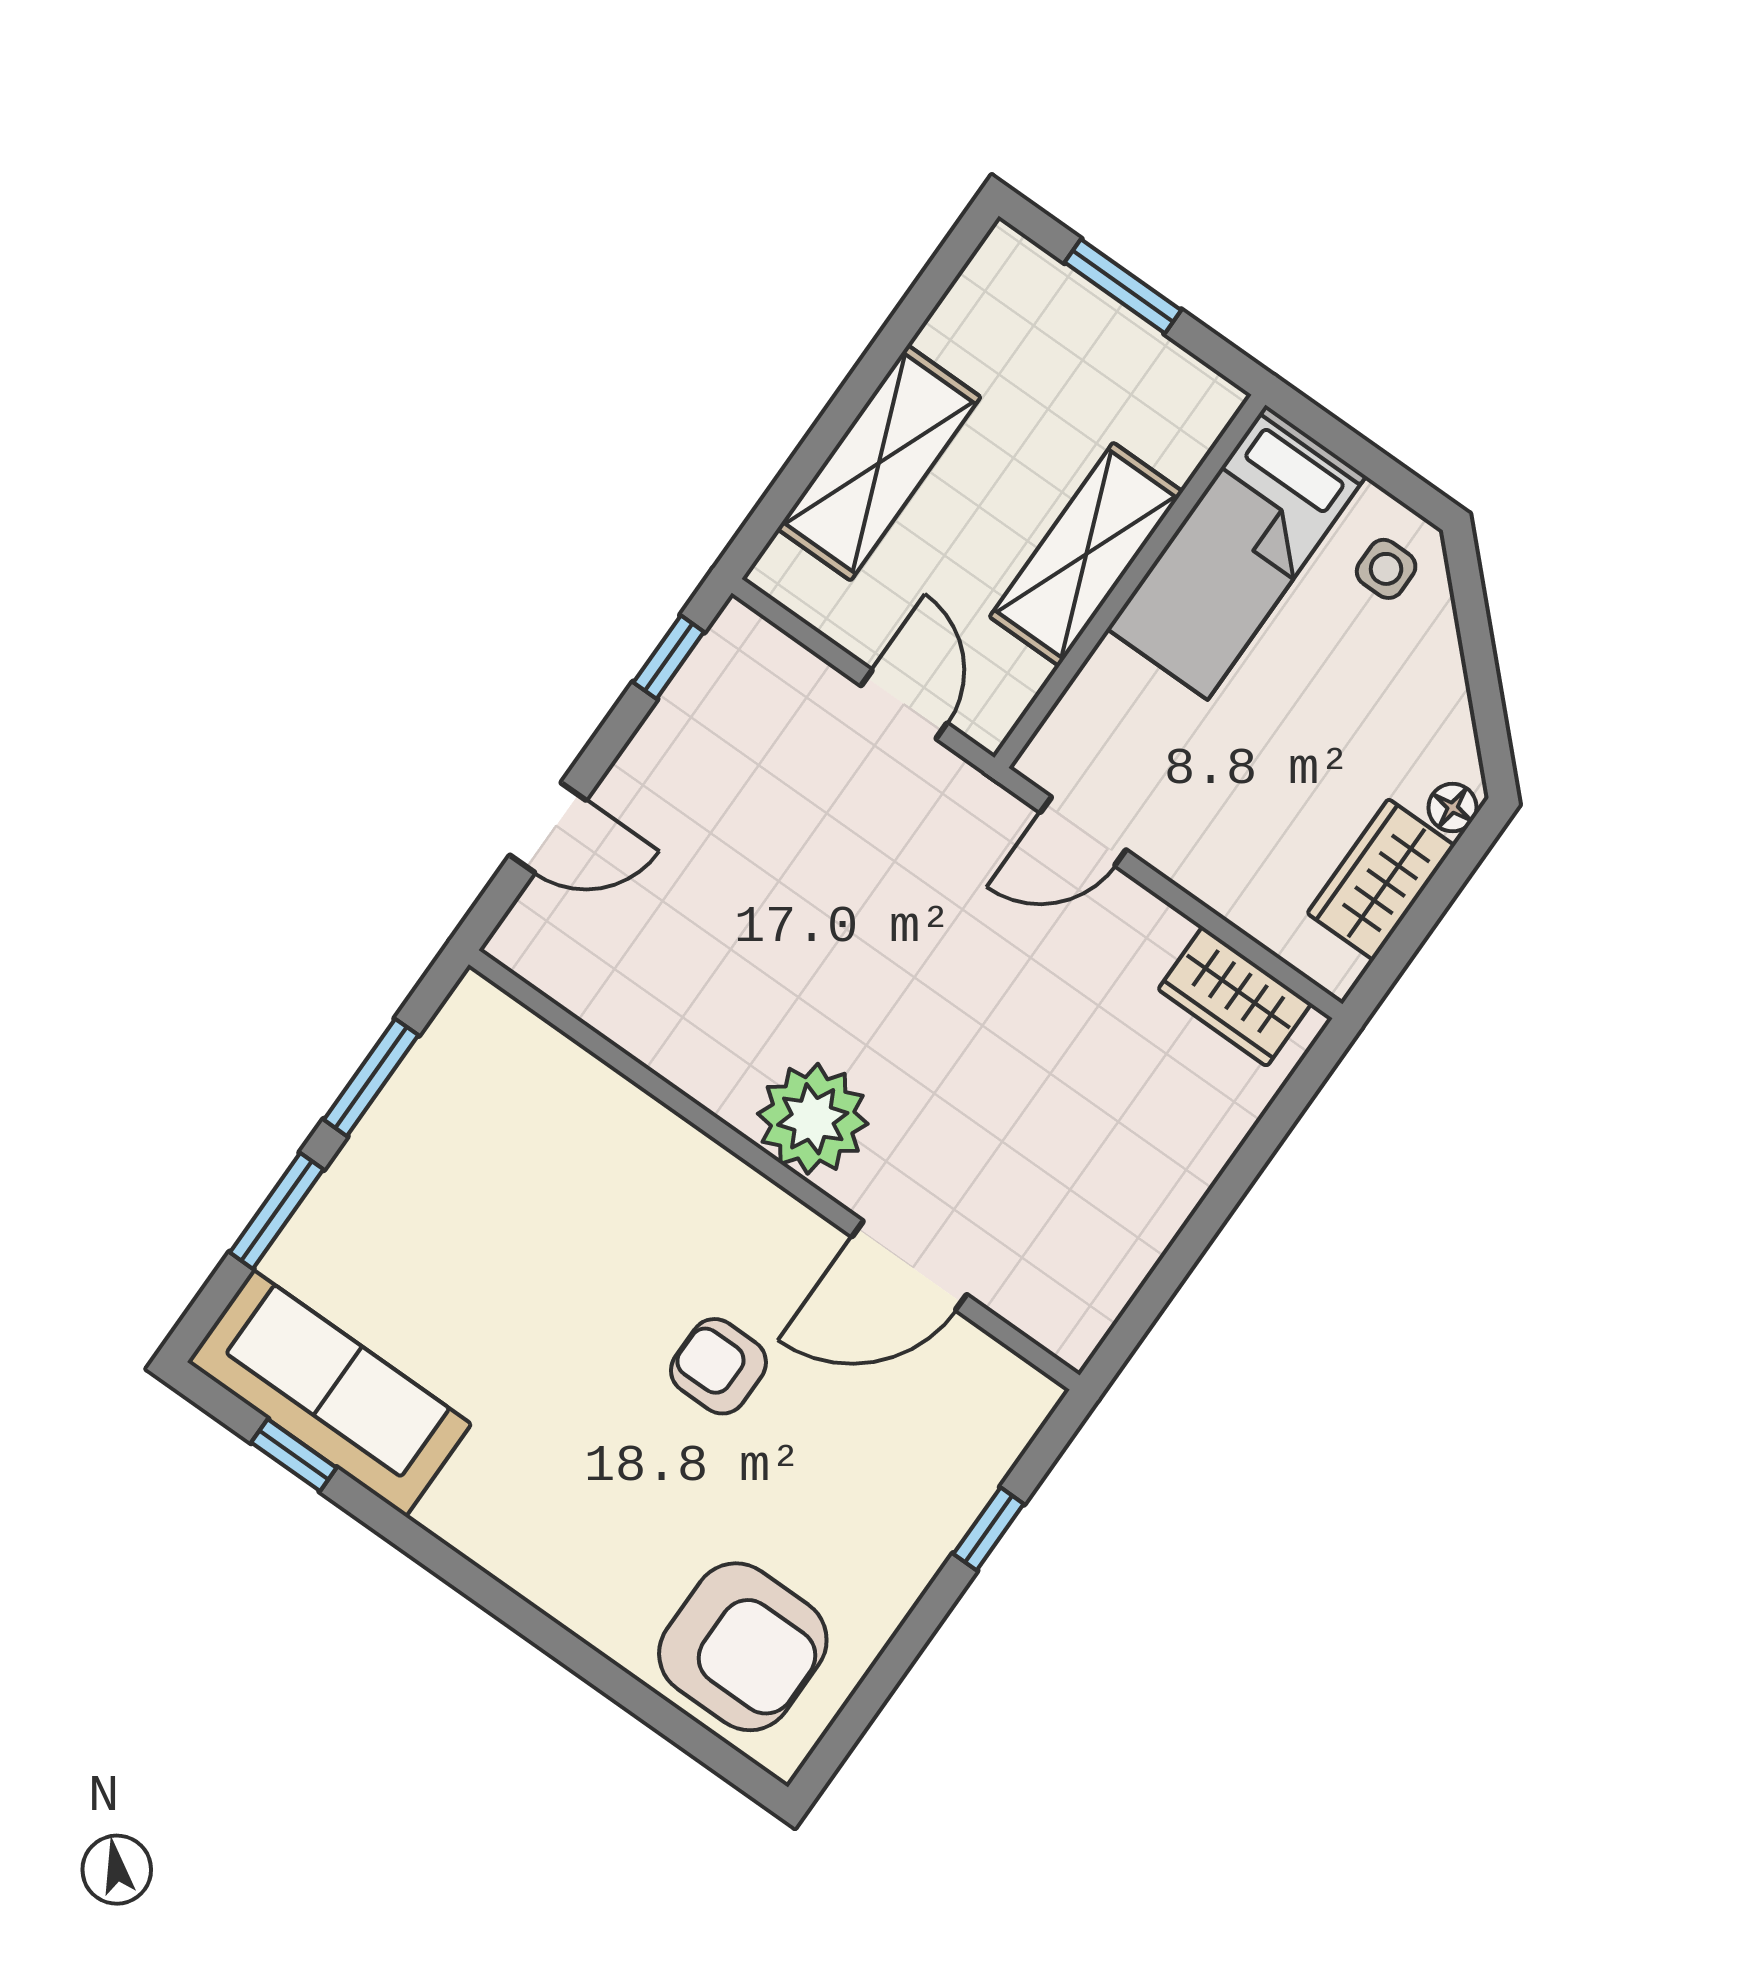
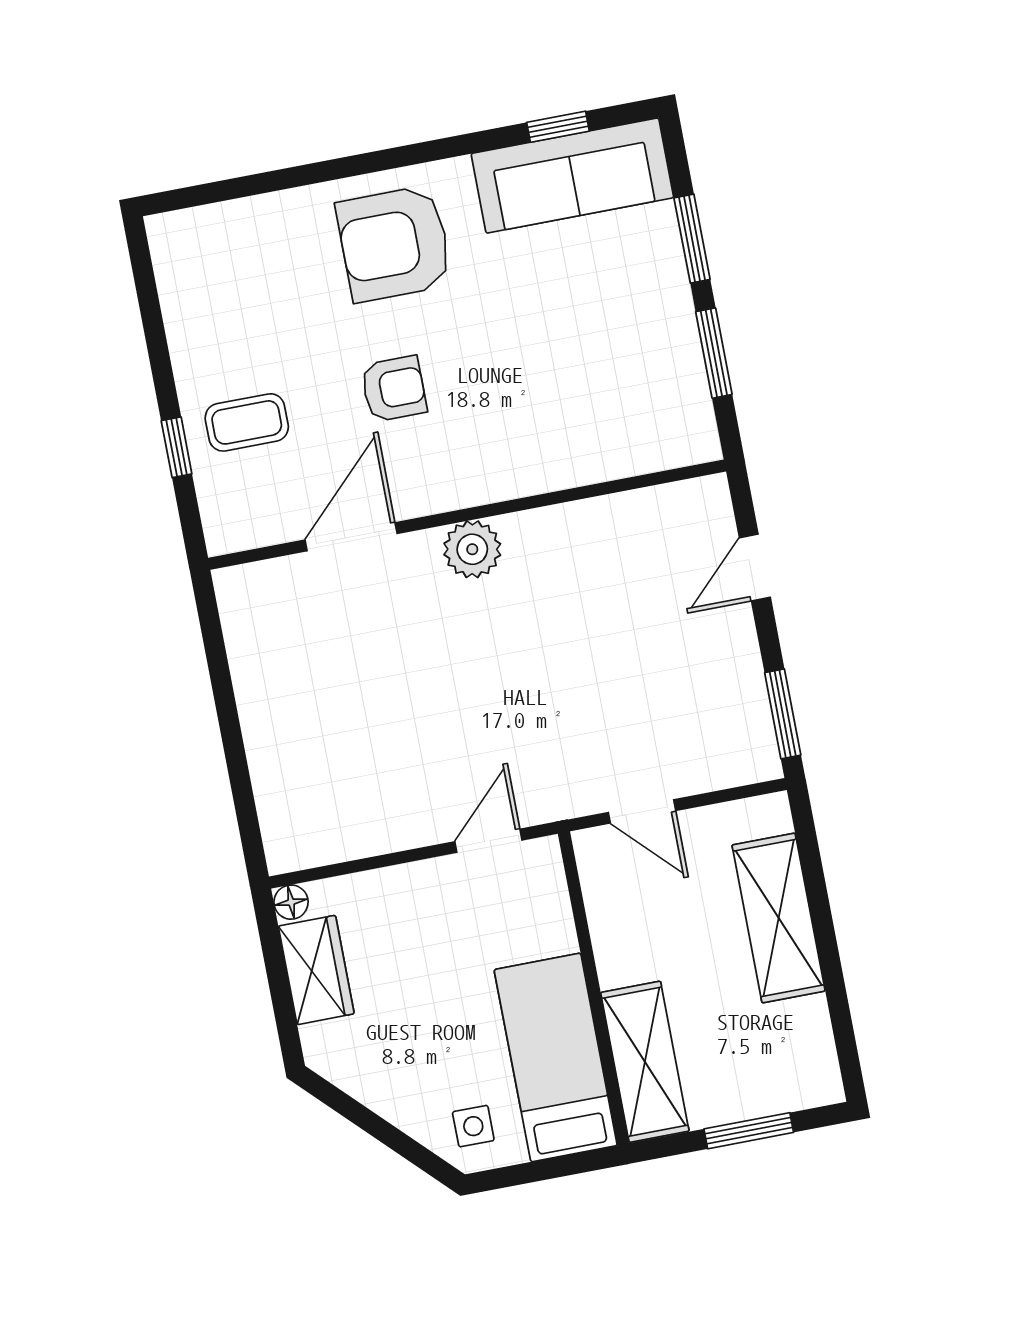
shelving: (1086, 554) -> (645, 1062), moved
window: (669, 657) -> (783, 714), width x1.50
floor lamp: (1453, 808) -> (291, 902), moved
wardrobe: (1235, 996) -> (328, 837), removed
plant: (813, 1119) -> (472, 549), width x0.73, depth x0.73
coffee table: (895, 1482) -> (247, 422), added
armchair: (743, 1647) -> (394, 244), moved

